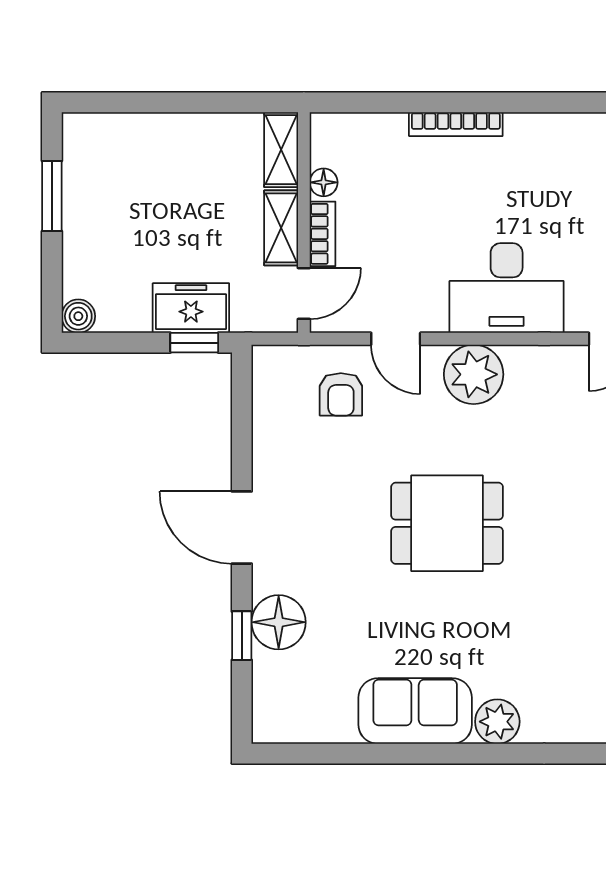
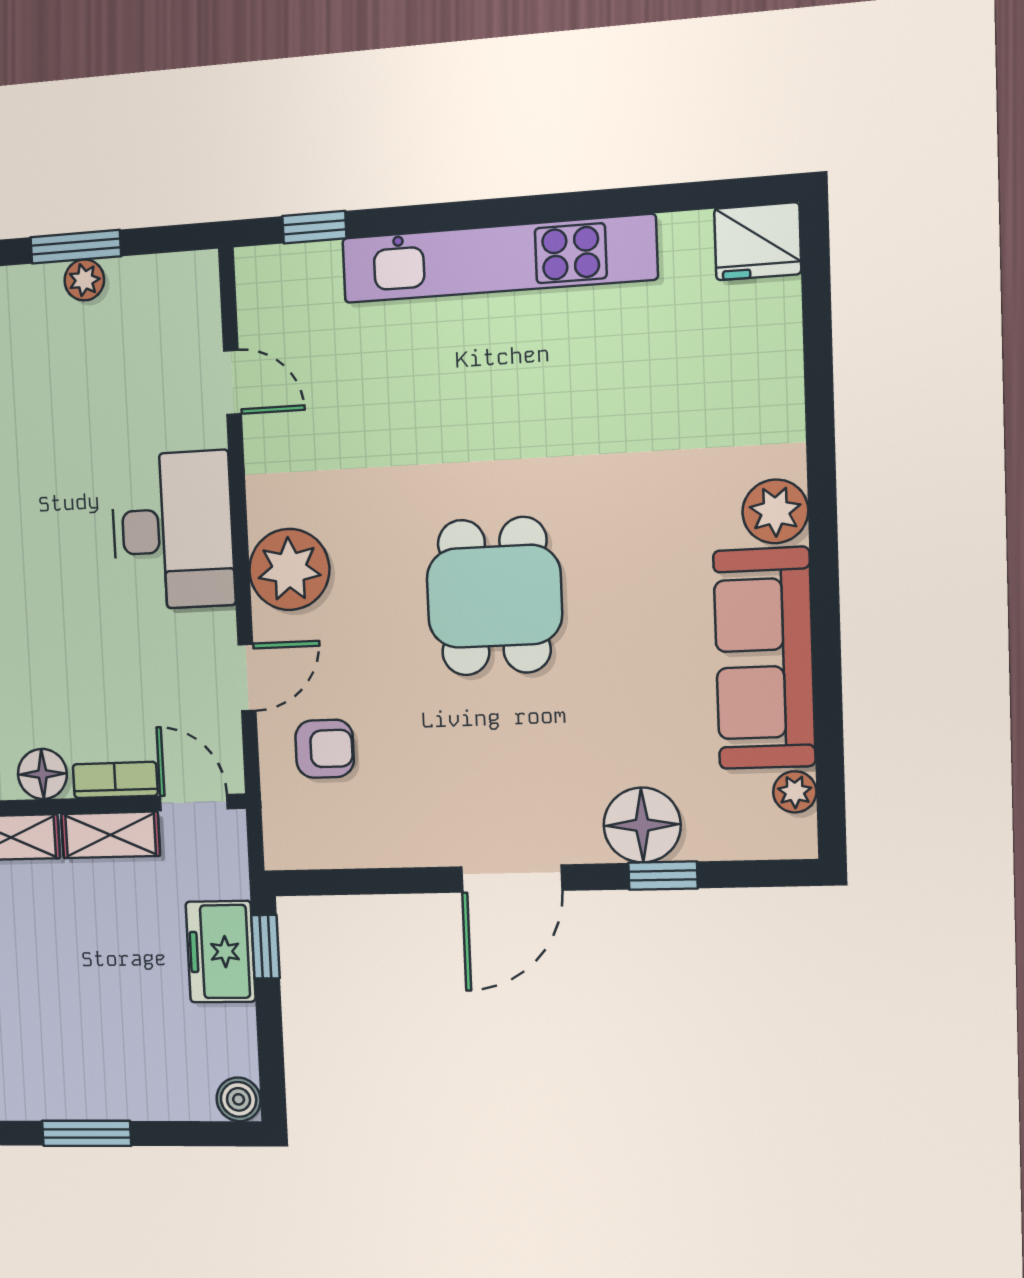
floor lamp: (324, 182) -> (42, 774), width x1.37, depth x1.37
sofa: (415, 711) -> (764, 658), width x1.36
plant: (300, 729) -> (795, 792), added

